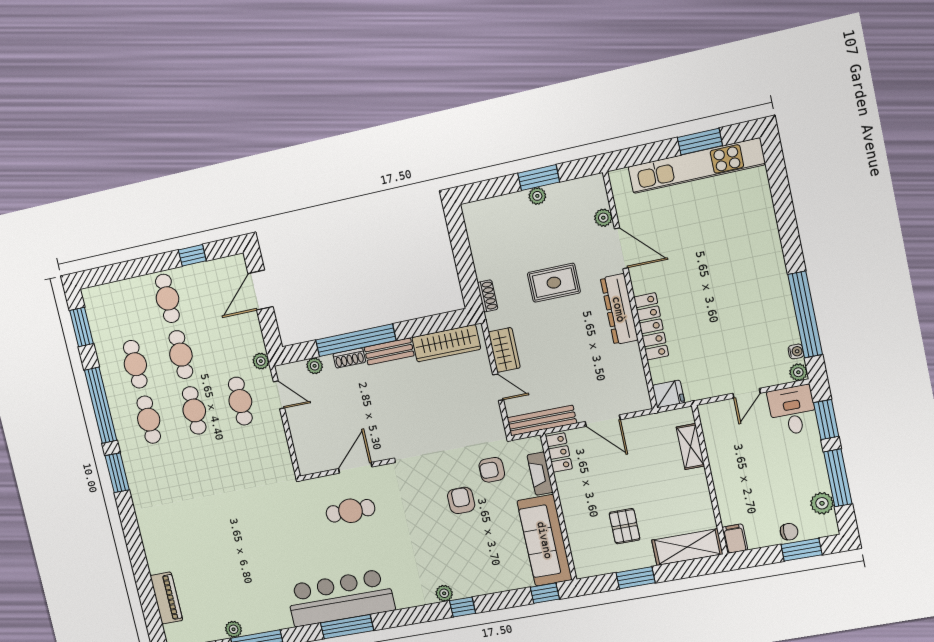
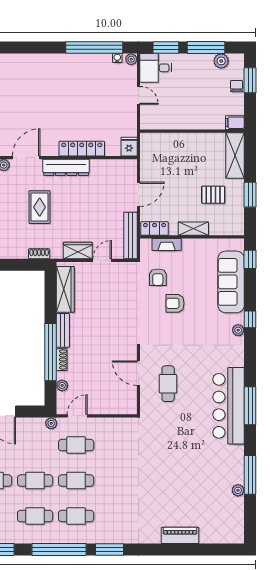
shelving: (690, 446) -> (193, 229), moved
sofa: (545, 540) -> (231, 282), moved, turned 90
piano: (166, 598) -> (180, 535), moved

